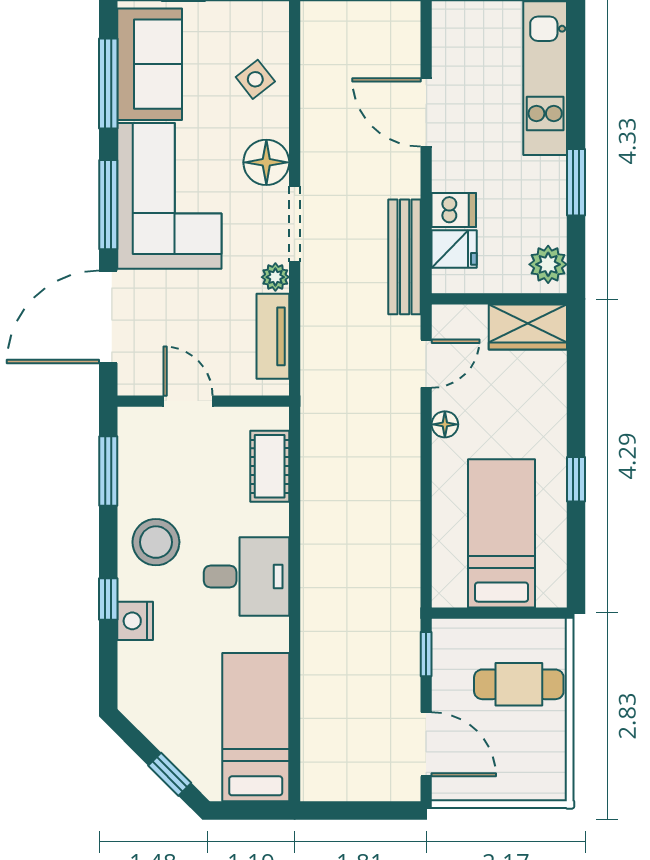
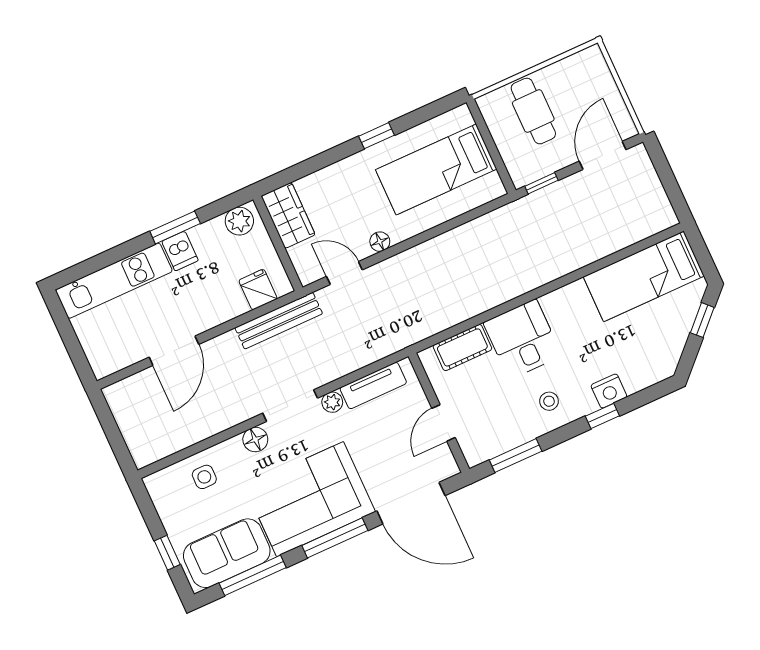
side table: (255, 79) -> (204, 477), turned 38
floor lamp: (266, 162) -> (255, 440), width x0.73, depth x0.73
dishwasher: (454, 210) -> (180, 251), moved, turned 180
stool: (156, 542) -> (549, 401), width x0.53, depth x0.53
desk: (247, 577) -> (522, 339), moved

